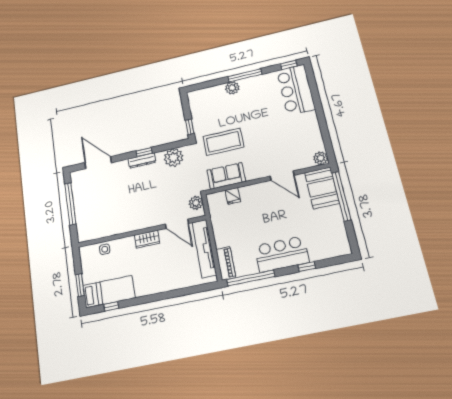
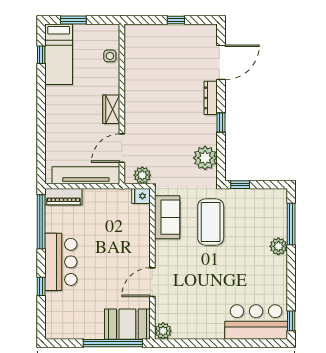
window: (245, 75) -> (291, 224), moved
dresser: (142, 161) -> (211, 98), moved
fridge: (233, 196) -> (141, 196), moved
window: (70, 204) -> (176, 20), width x0.32

